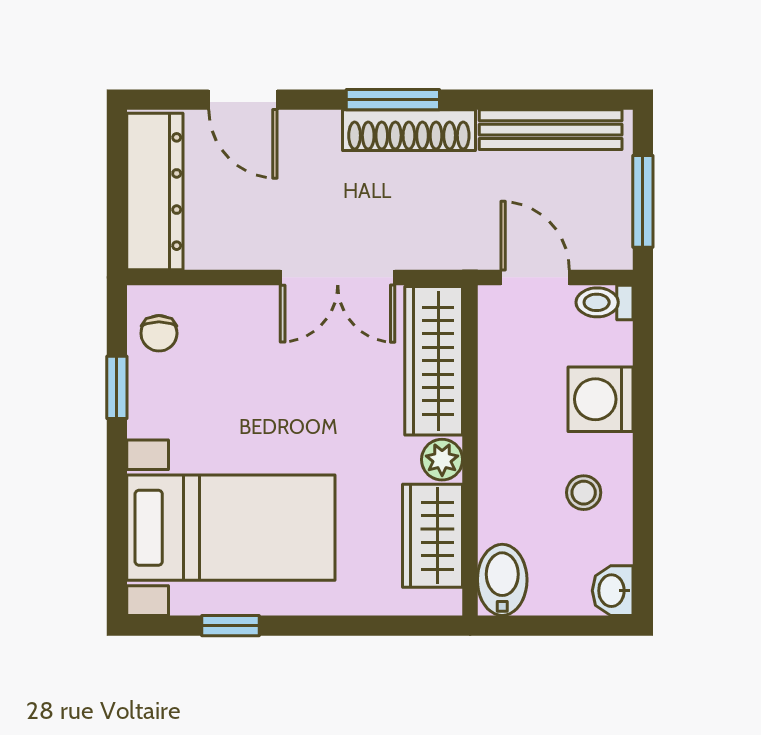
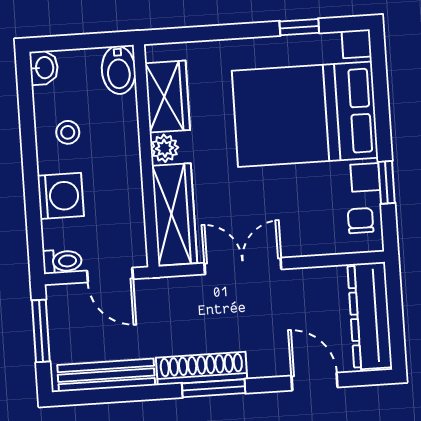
bed with nightstands: (231, 528) -> (305, 114), width x1.36

